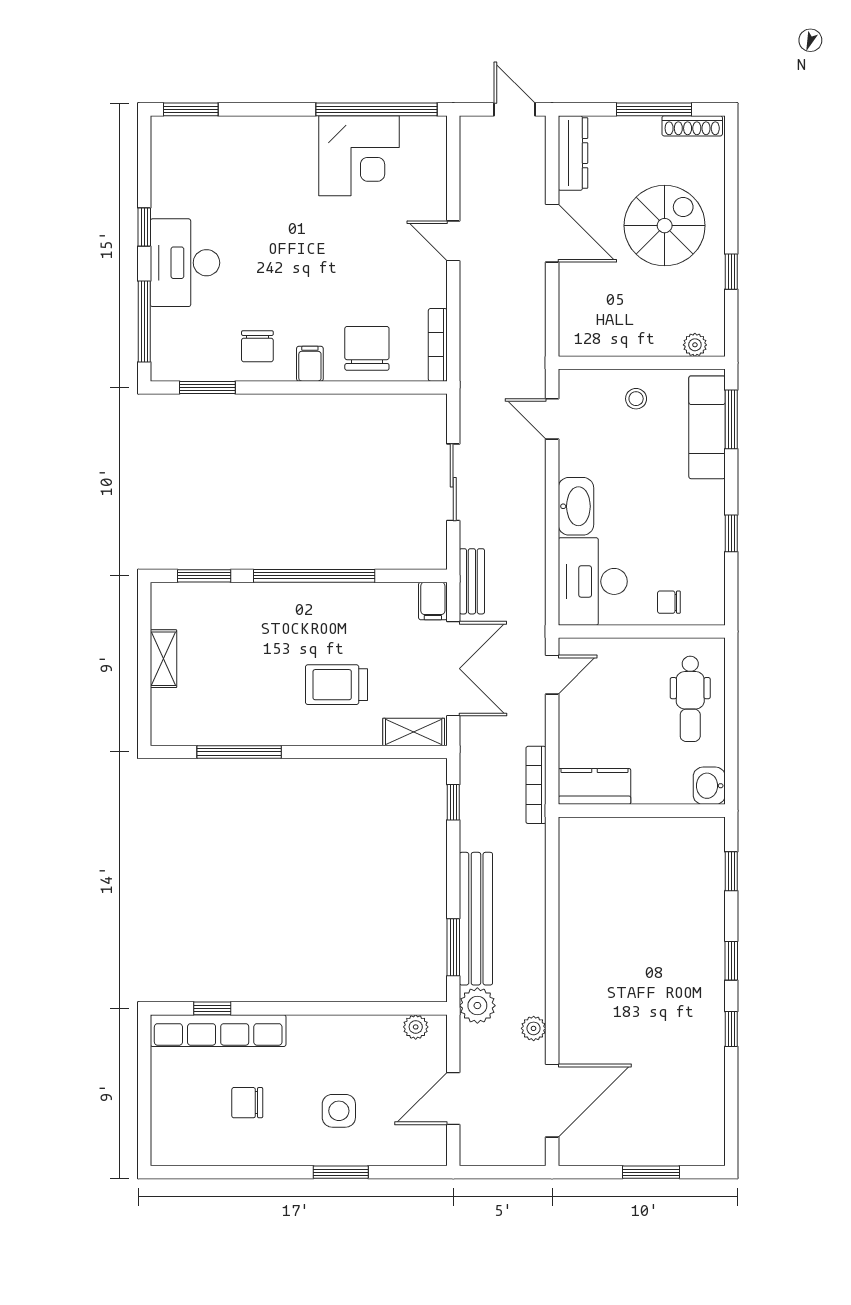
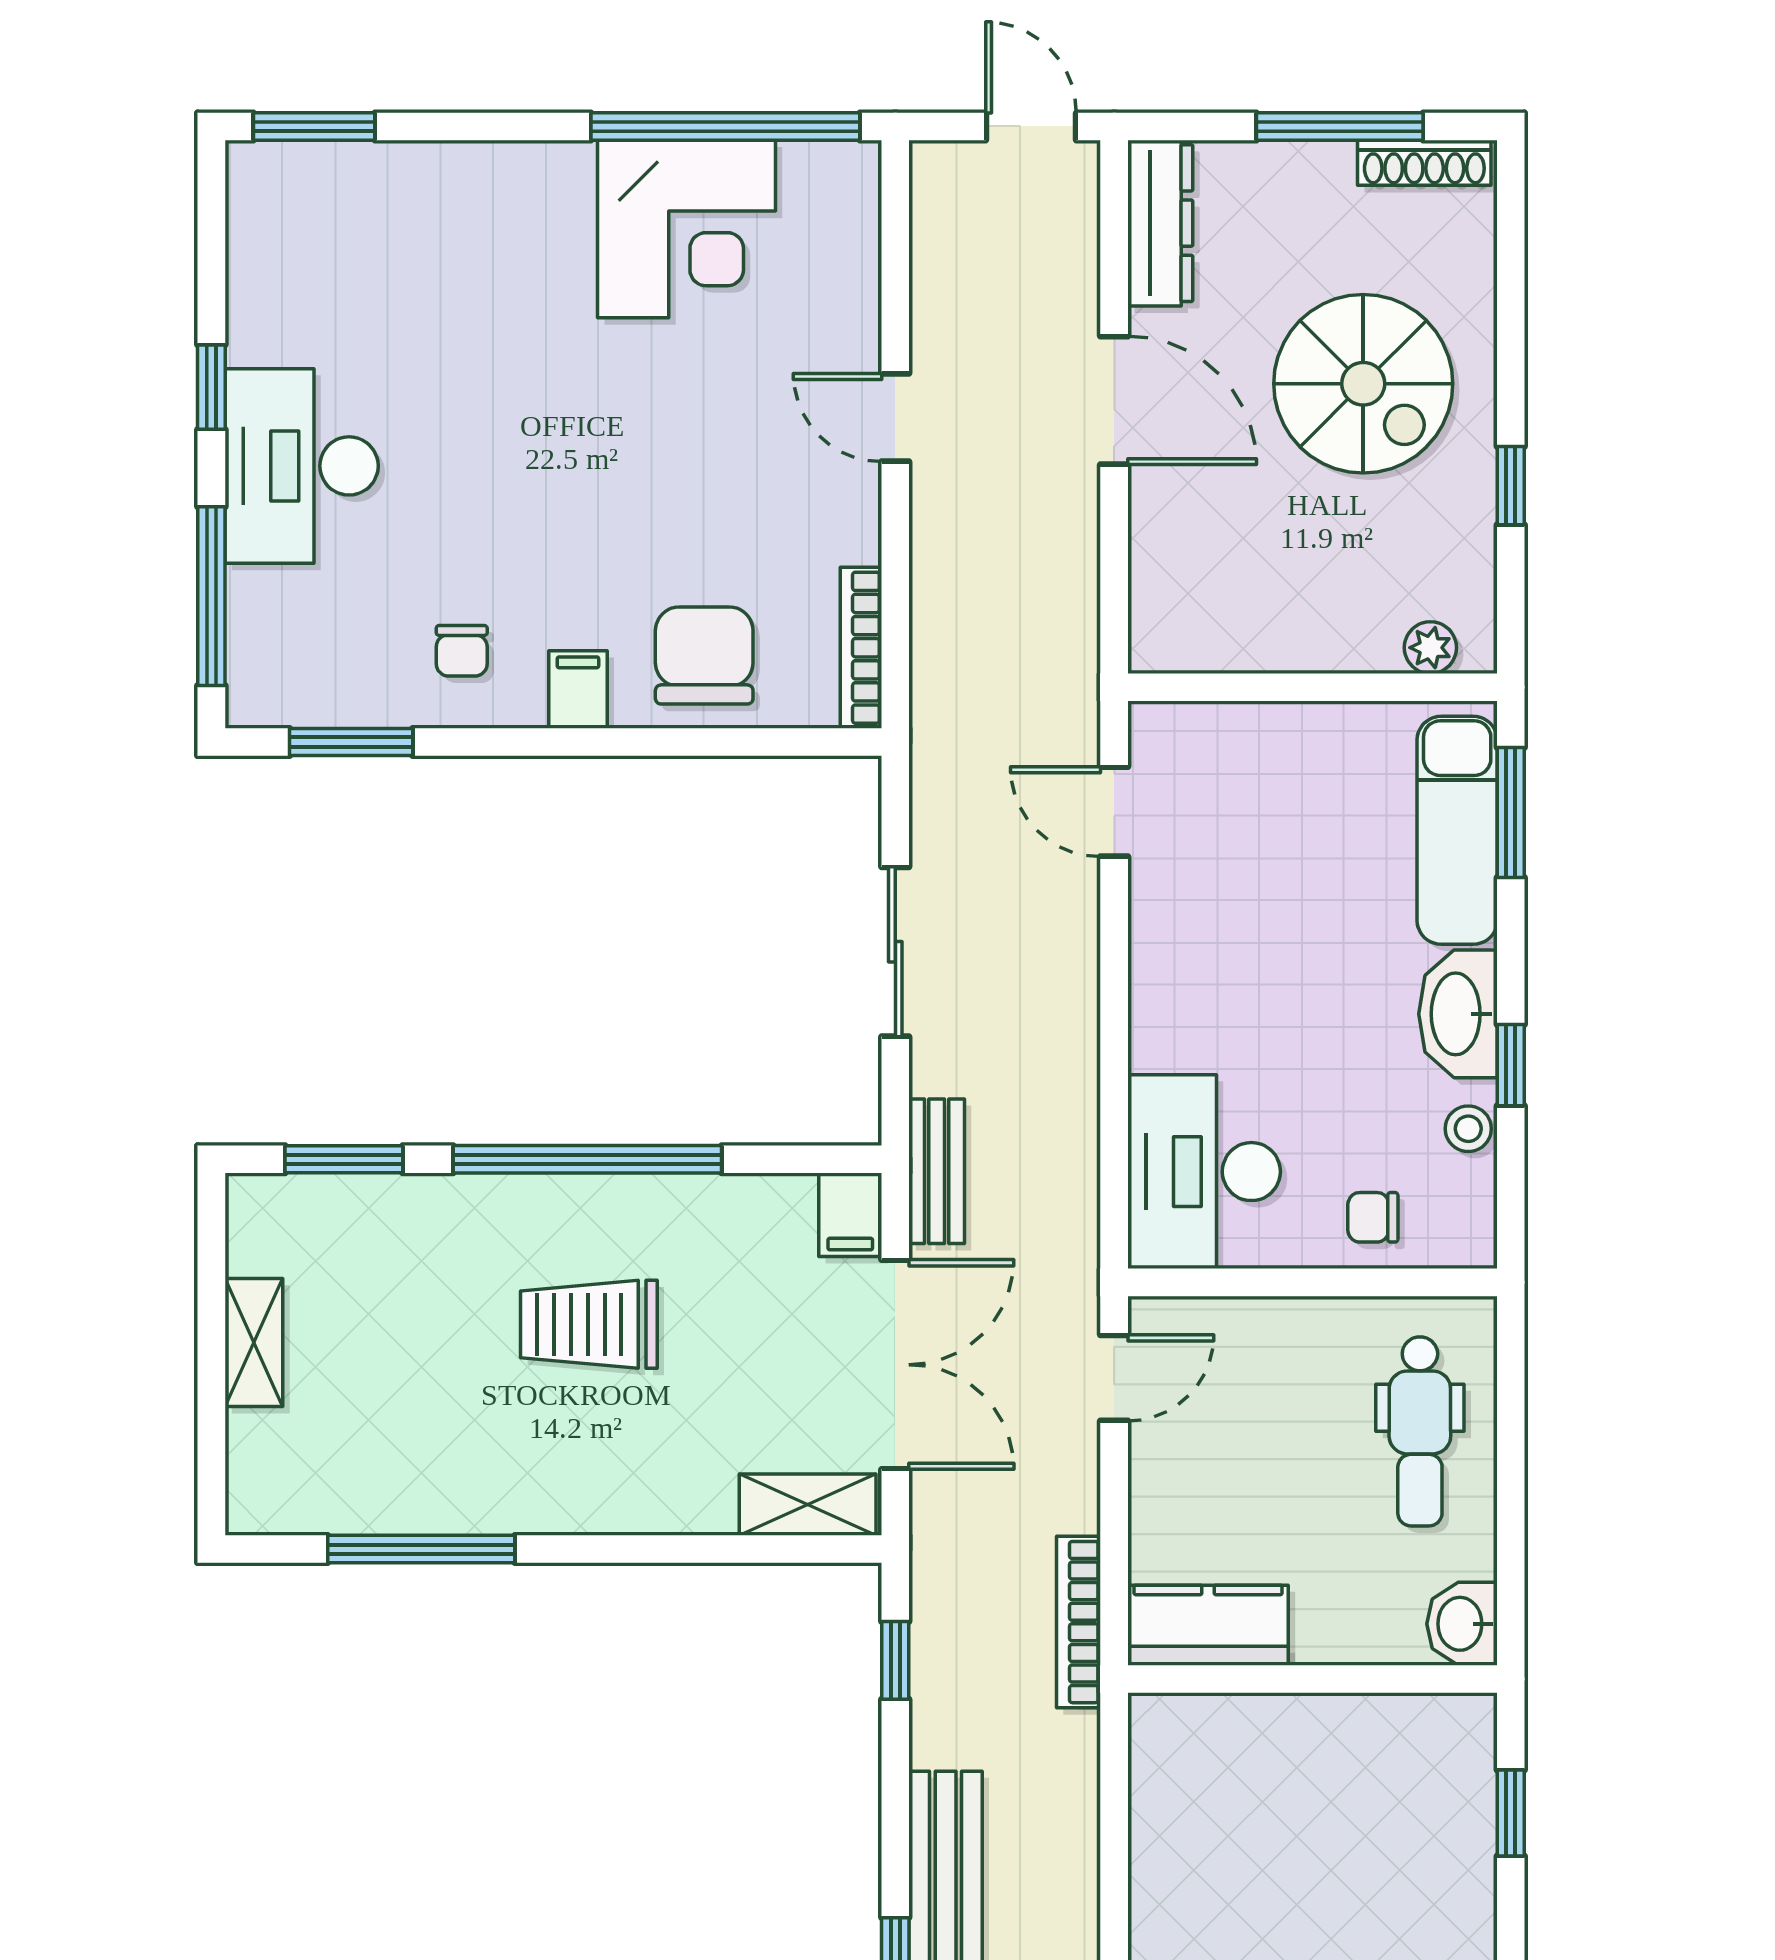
spiral stairs: (665, 226) -> (1363, 384), turned 90
chair: (257, 346) -> (462, 651), width x0.73, depth x0.73
stool: (636, 399) -> (1468, 1129), moved
washbasin: (576, 506) -> (1458, 1014), moved, turned 180
trolley: (336, 685) -> (589, 1324), moved

